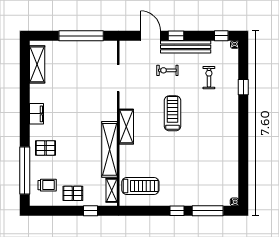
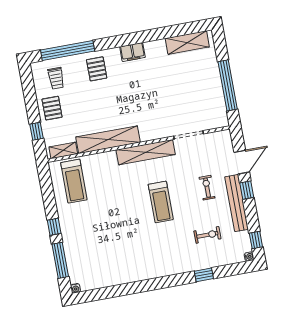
treadmill: (173, 113) -> (161, 202), turned 90
shelving: (126, 127) -> (146, 152), width x1.47

